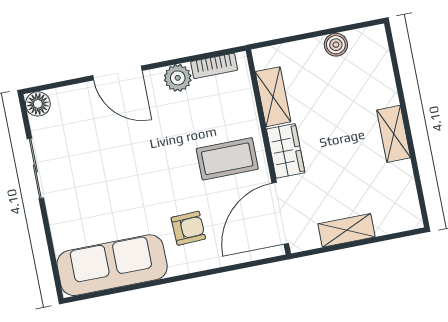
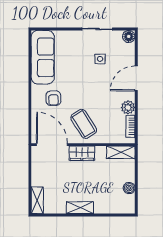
shelving: (273, 97) -> (121, 152), moved
side table: (93, 152) -> (100, 59), added
coffee table: (227, 159) -> (84, 124), turned -32
shelving: (347, 230) -> (37, 200), moved

